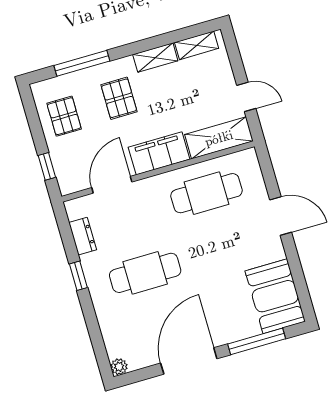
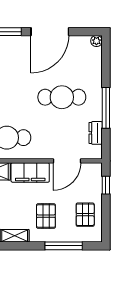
window: (78, 276) -> (106, 108), width x2.17

